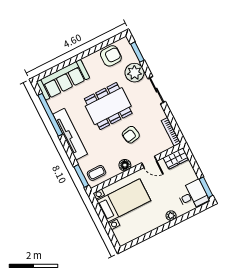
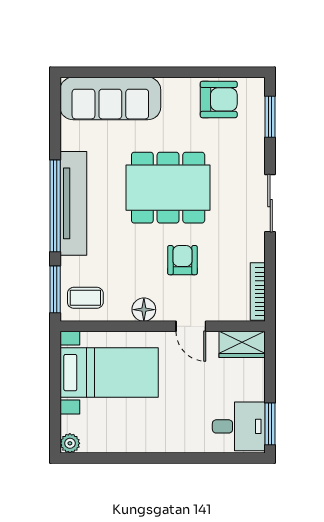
plant: (135, 73) -> (246, 151), removed
window: (50, 115) -> (55, 206), moved
armchair: (131, 135) -> (182, 260), turned 101
plant: (171, 216) -> (70, 443), moved

